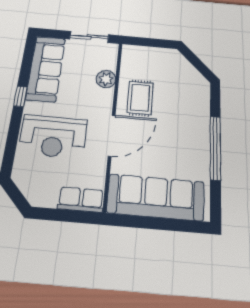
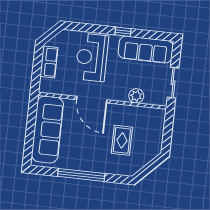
rug: (140, 98) -> (122, 140), moved, turned 90
row of seats: (81, 200) -> (49, 62), moved

